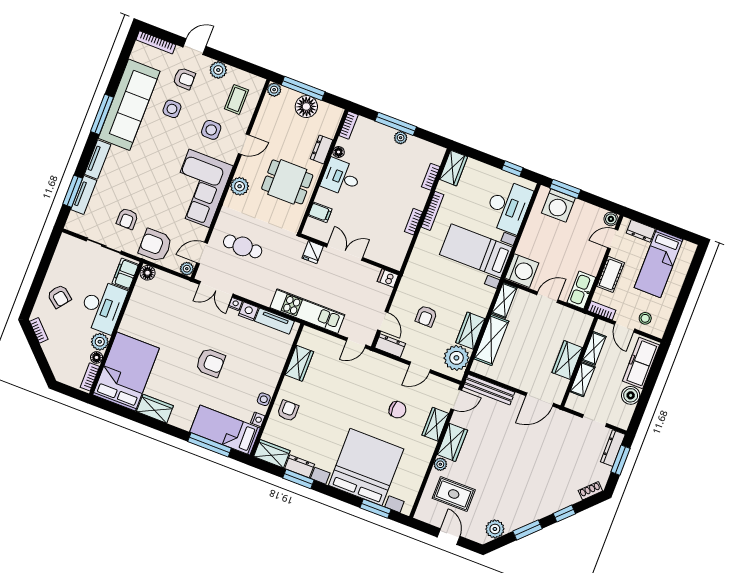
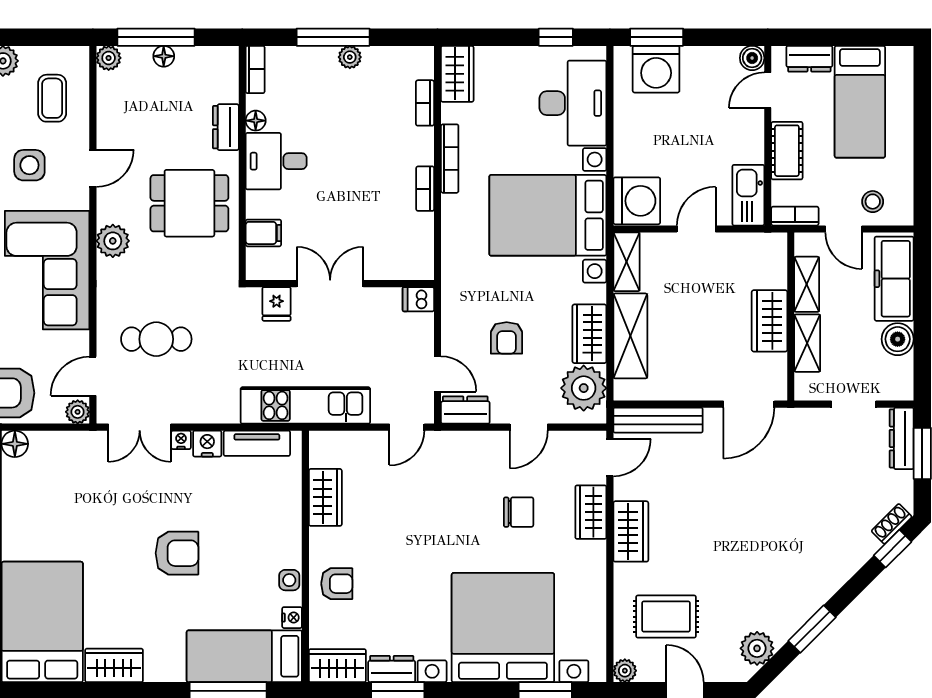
floor lamp: (306, 107) -> (164, 56), width x0.53, depth x0.53
bed with nightstands: (476, 251) -> (548, 215), width x1.36
armchair: (288, 411) -> (337, 584), turned 90
plant: (440, 464) -> (625, 671), moved
window: (564, 514) -> (893, 549), moved

